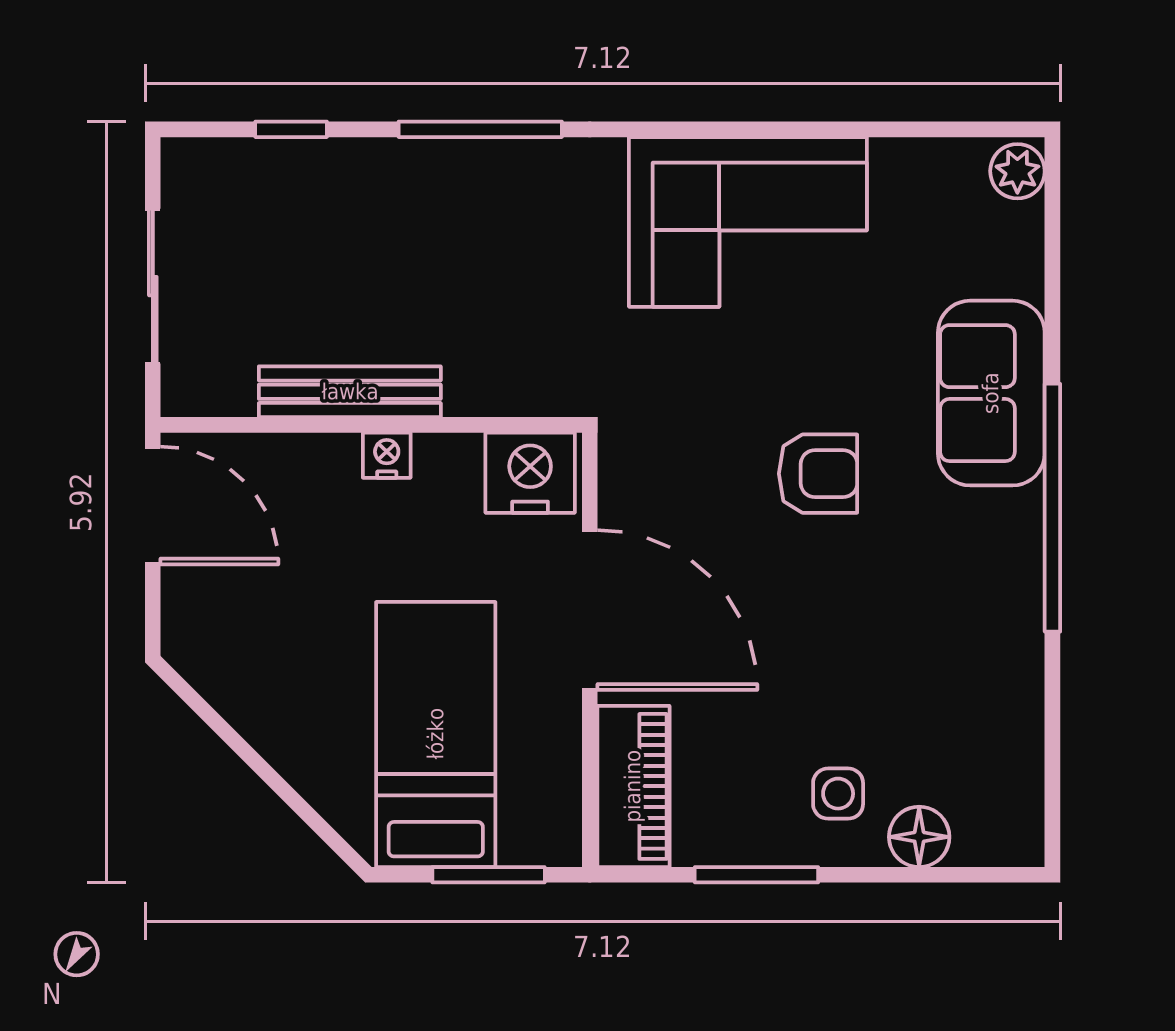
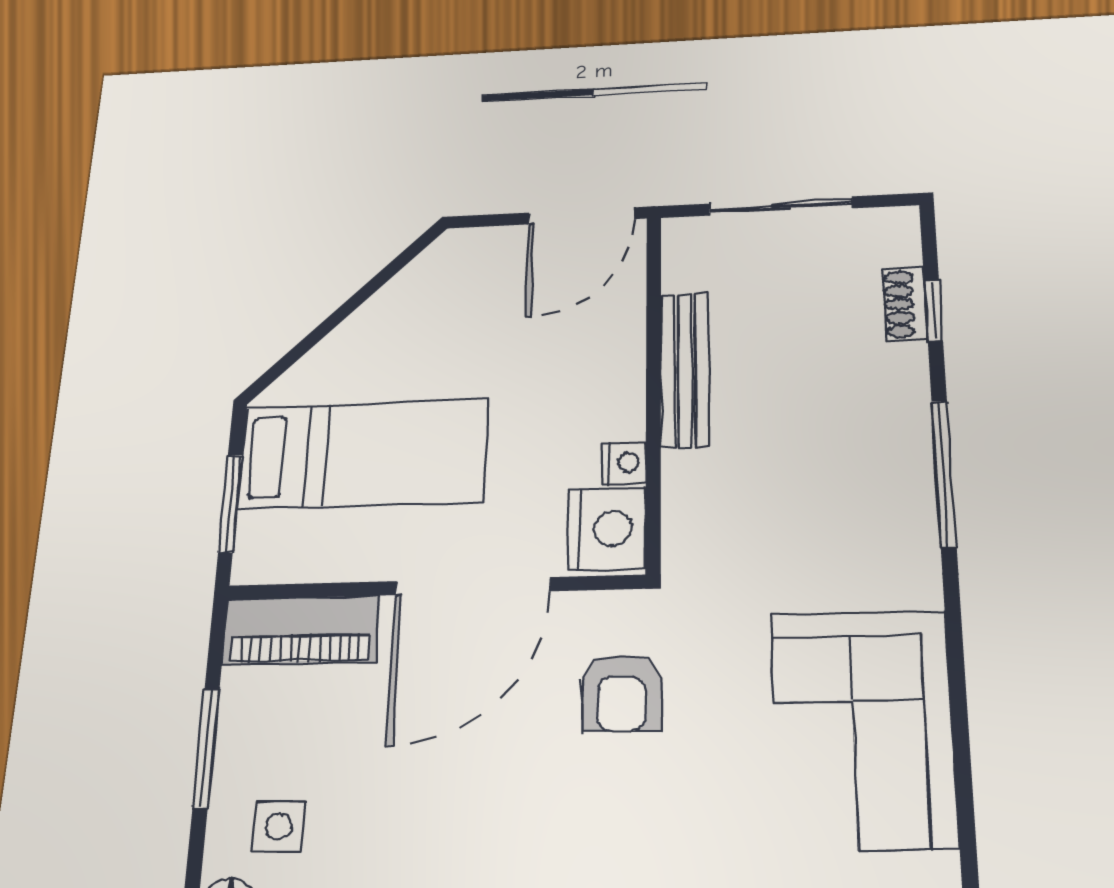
shoe rack: (282, 159) -> (905, 304), added
nightstand: (387, 455) -> (624, 463), moved
armchair: (818, 474) -> (622, 693), moved

